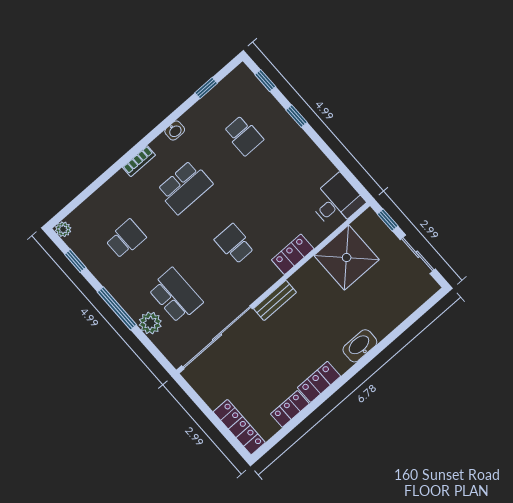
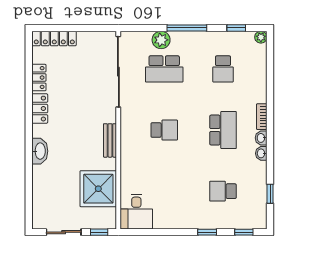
washbasin: (160, 144) -> (261, 138), added
school desk: (185, 187) -> (223, 130), turned 180
locker: (293, 254) -> (128, 159), removed
bench: (275, 300) -> (110, 140), moved

